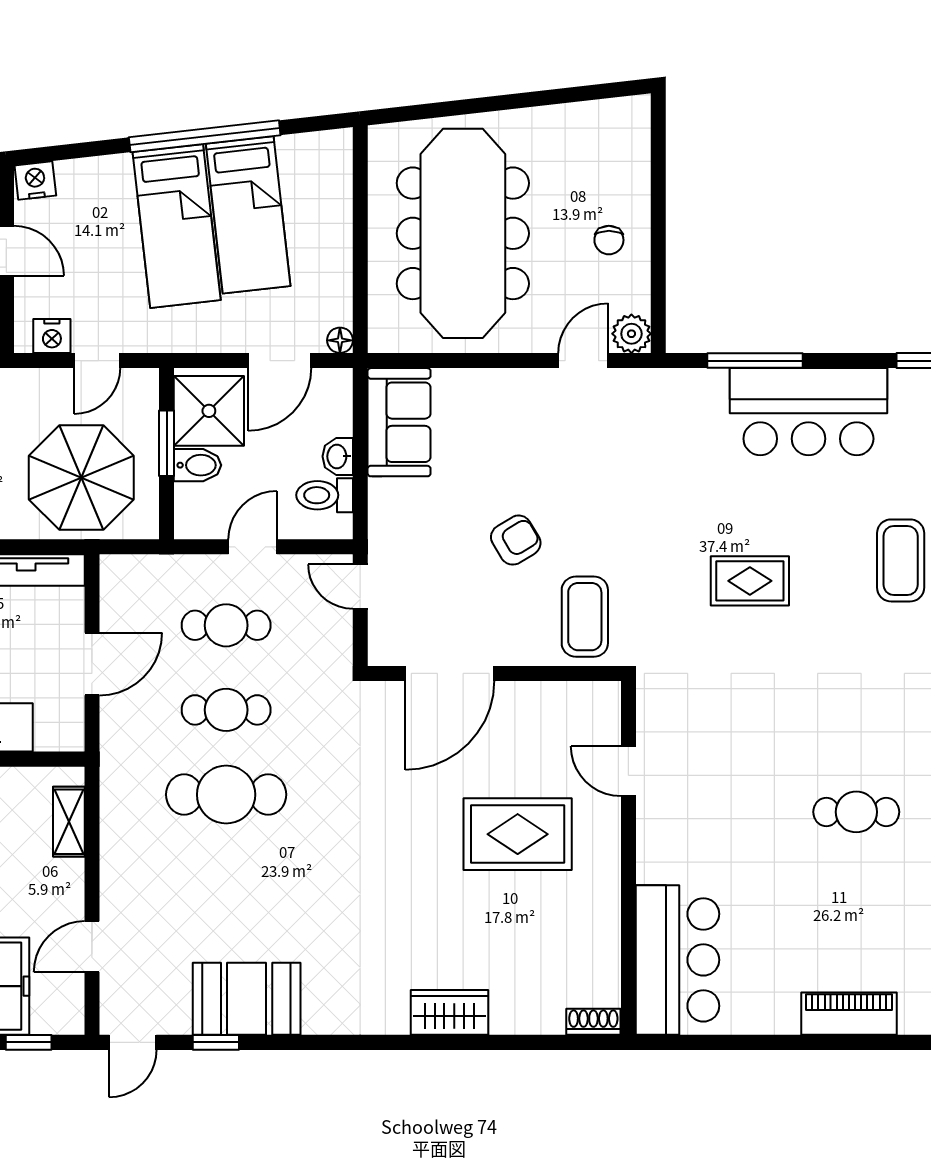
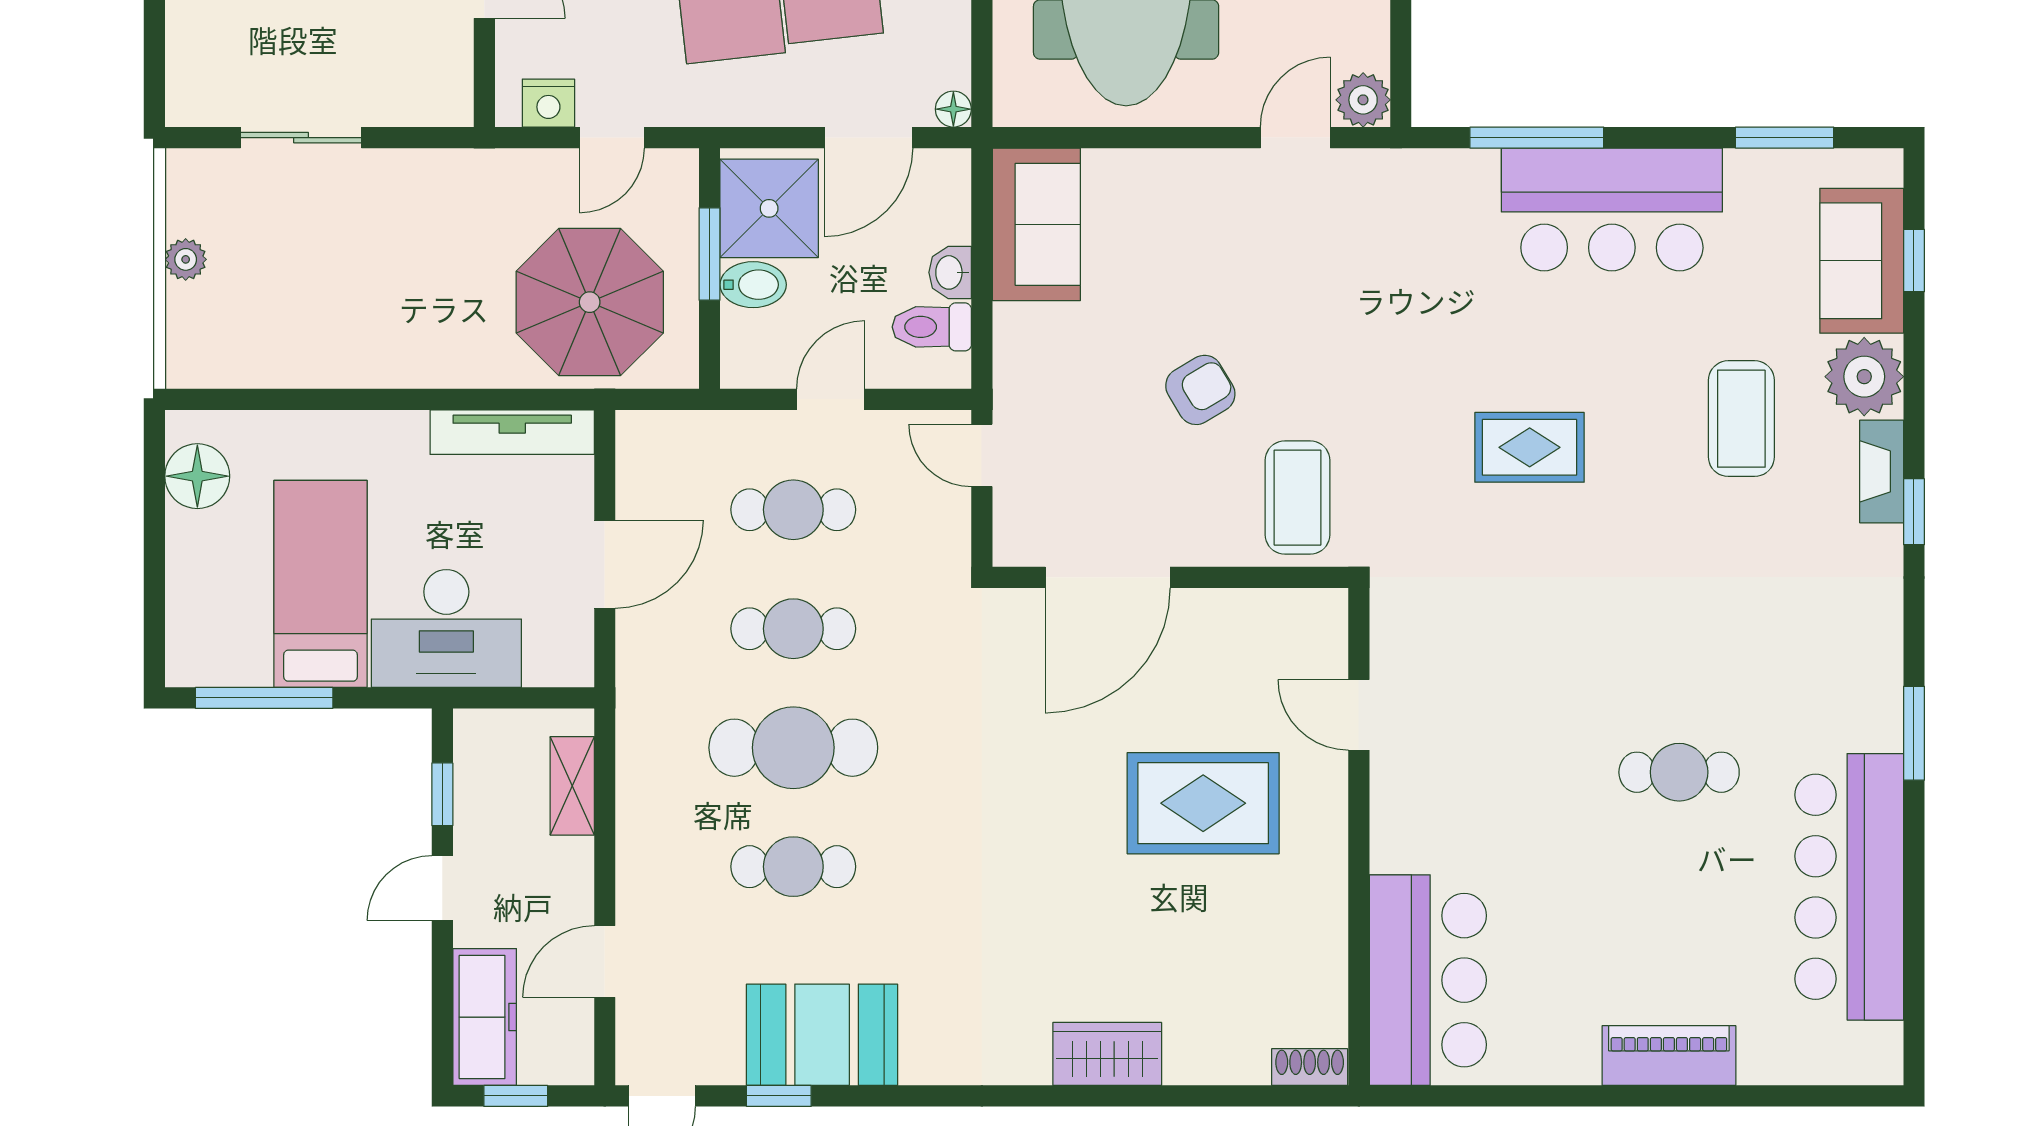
cafe table: (226, 879) -> (793, 867), added

